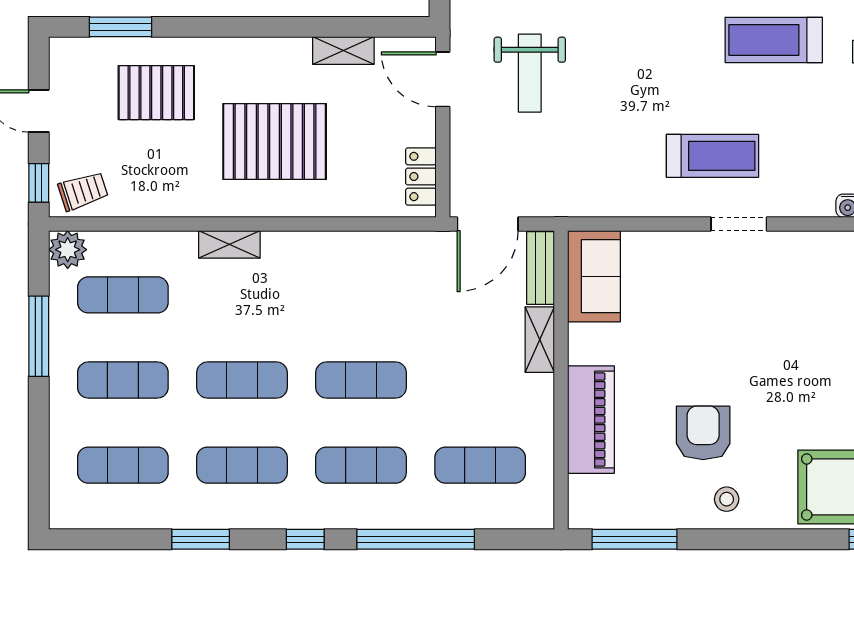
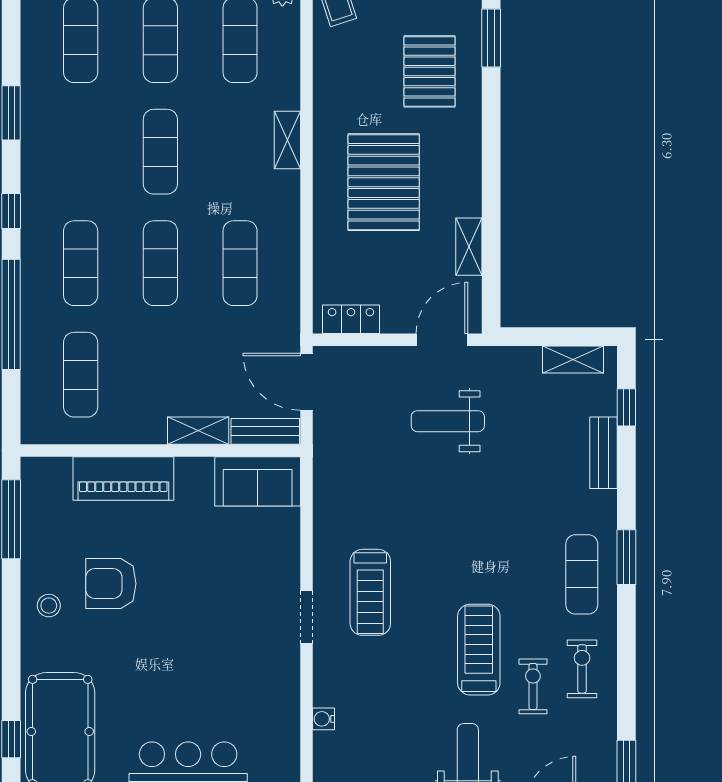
armchair: (703, 433) -> (111, 584), turned 180
exercise mat: (242, 465) -> (240, 263), moved

